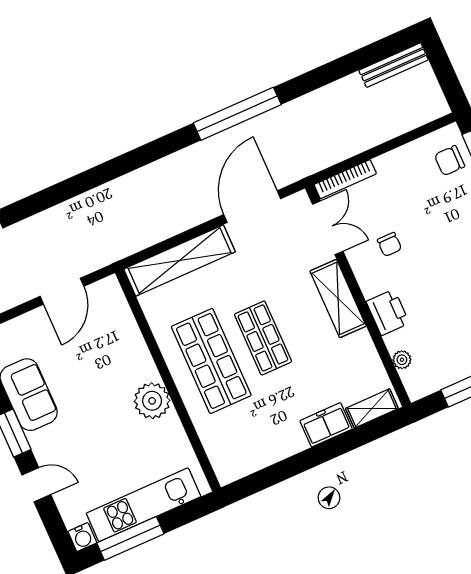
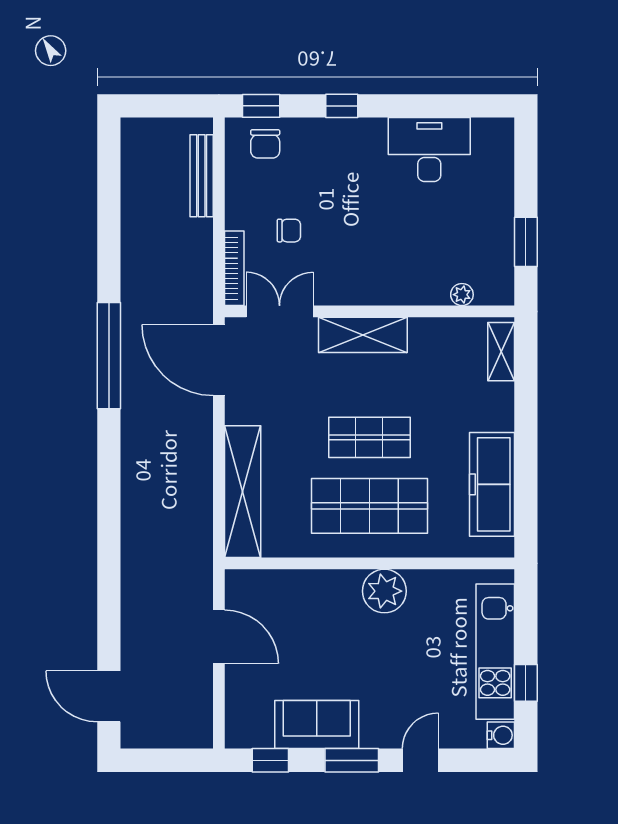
bench: (394, 65) -> (202, 176), moved
door: (252, 207) -> (219, 360), moved
chair: (389, 244) -> (289, 231), moved
printer: (388, 312) -> (403, 287), removed
freezer: (326, 425) -> (492, 484), moved, width x1.91, depth x1.26
window: (130, 538) -> (526, 683), width x0.46

